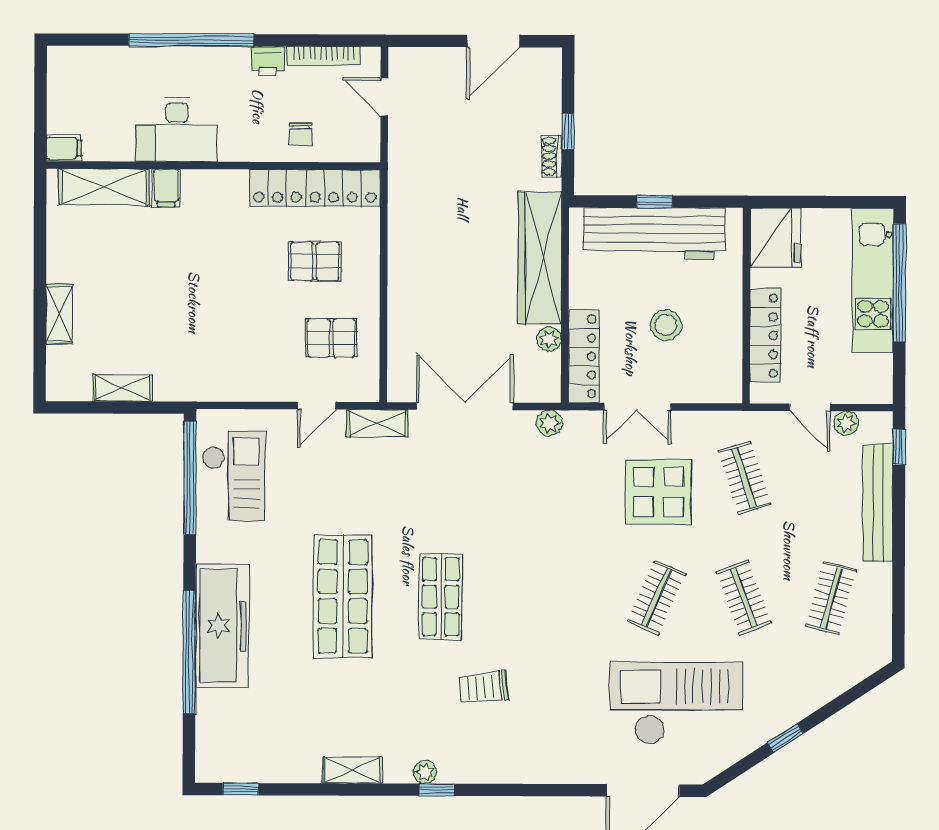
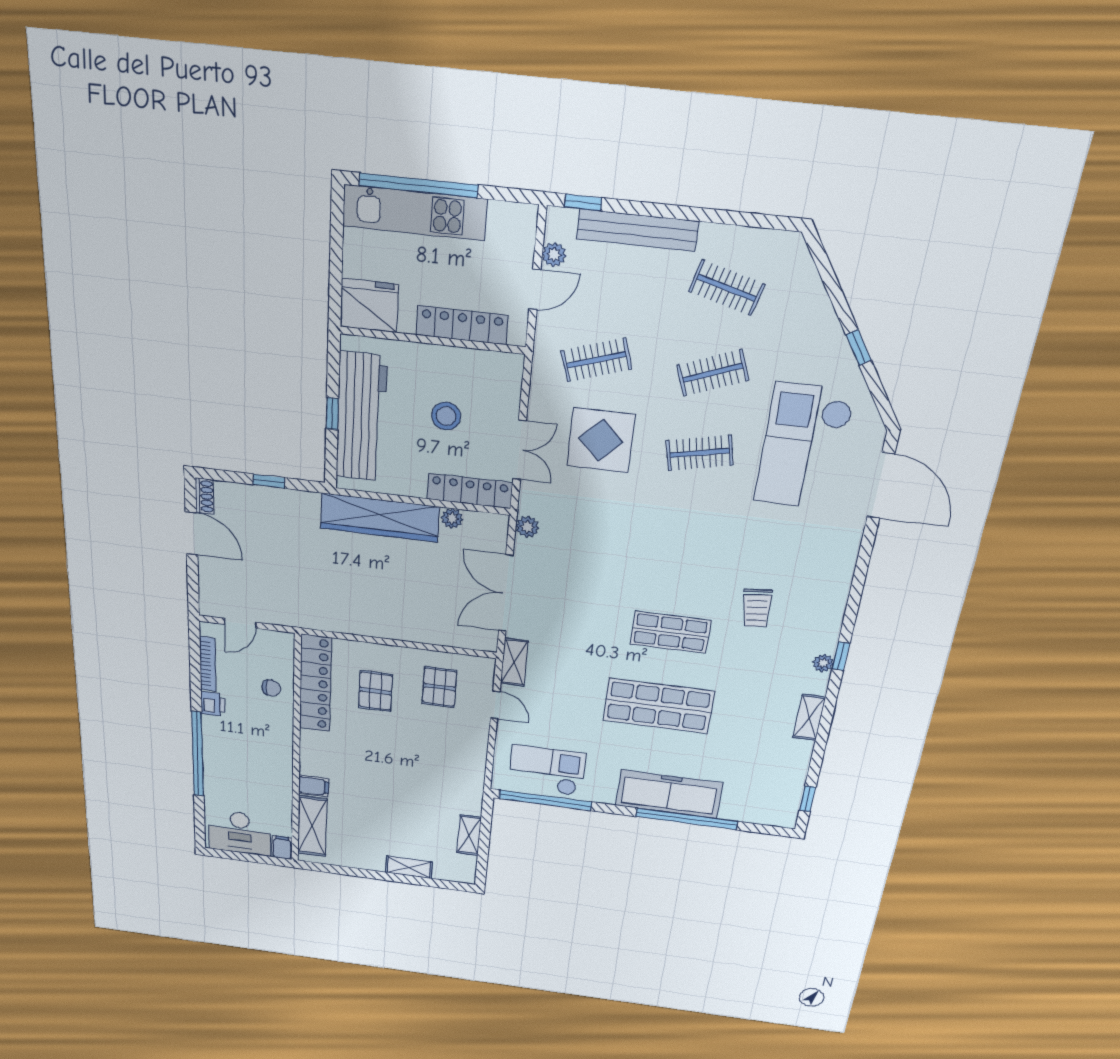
desk: (177, 130) -> (240, 833), moved, turned 90
shoe rack: (551, 156) -> (205, 496), moved, turned -90
clothes rail: (657, 597) -> (700, 453), turned -36

